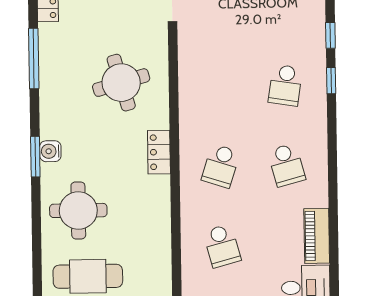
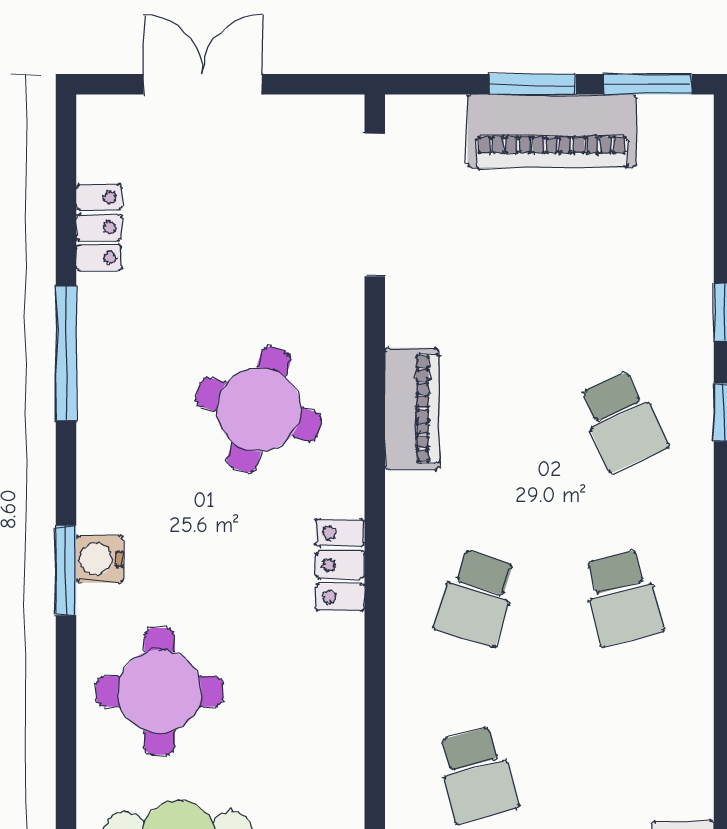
round table: (121, 83) -> (259, 410), turned 34
school desk: (285, 85) -> (622, 421), turned -33
piano: (317, 236) -> (412, 409), moved, turned 180

